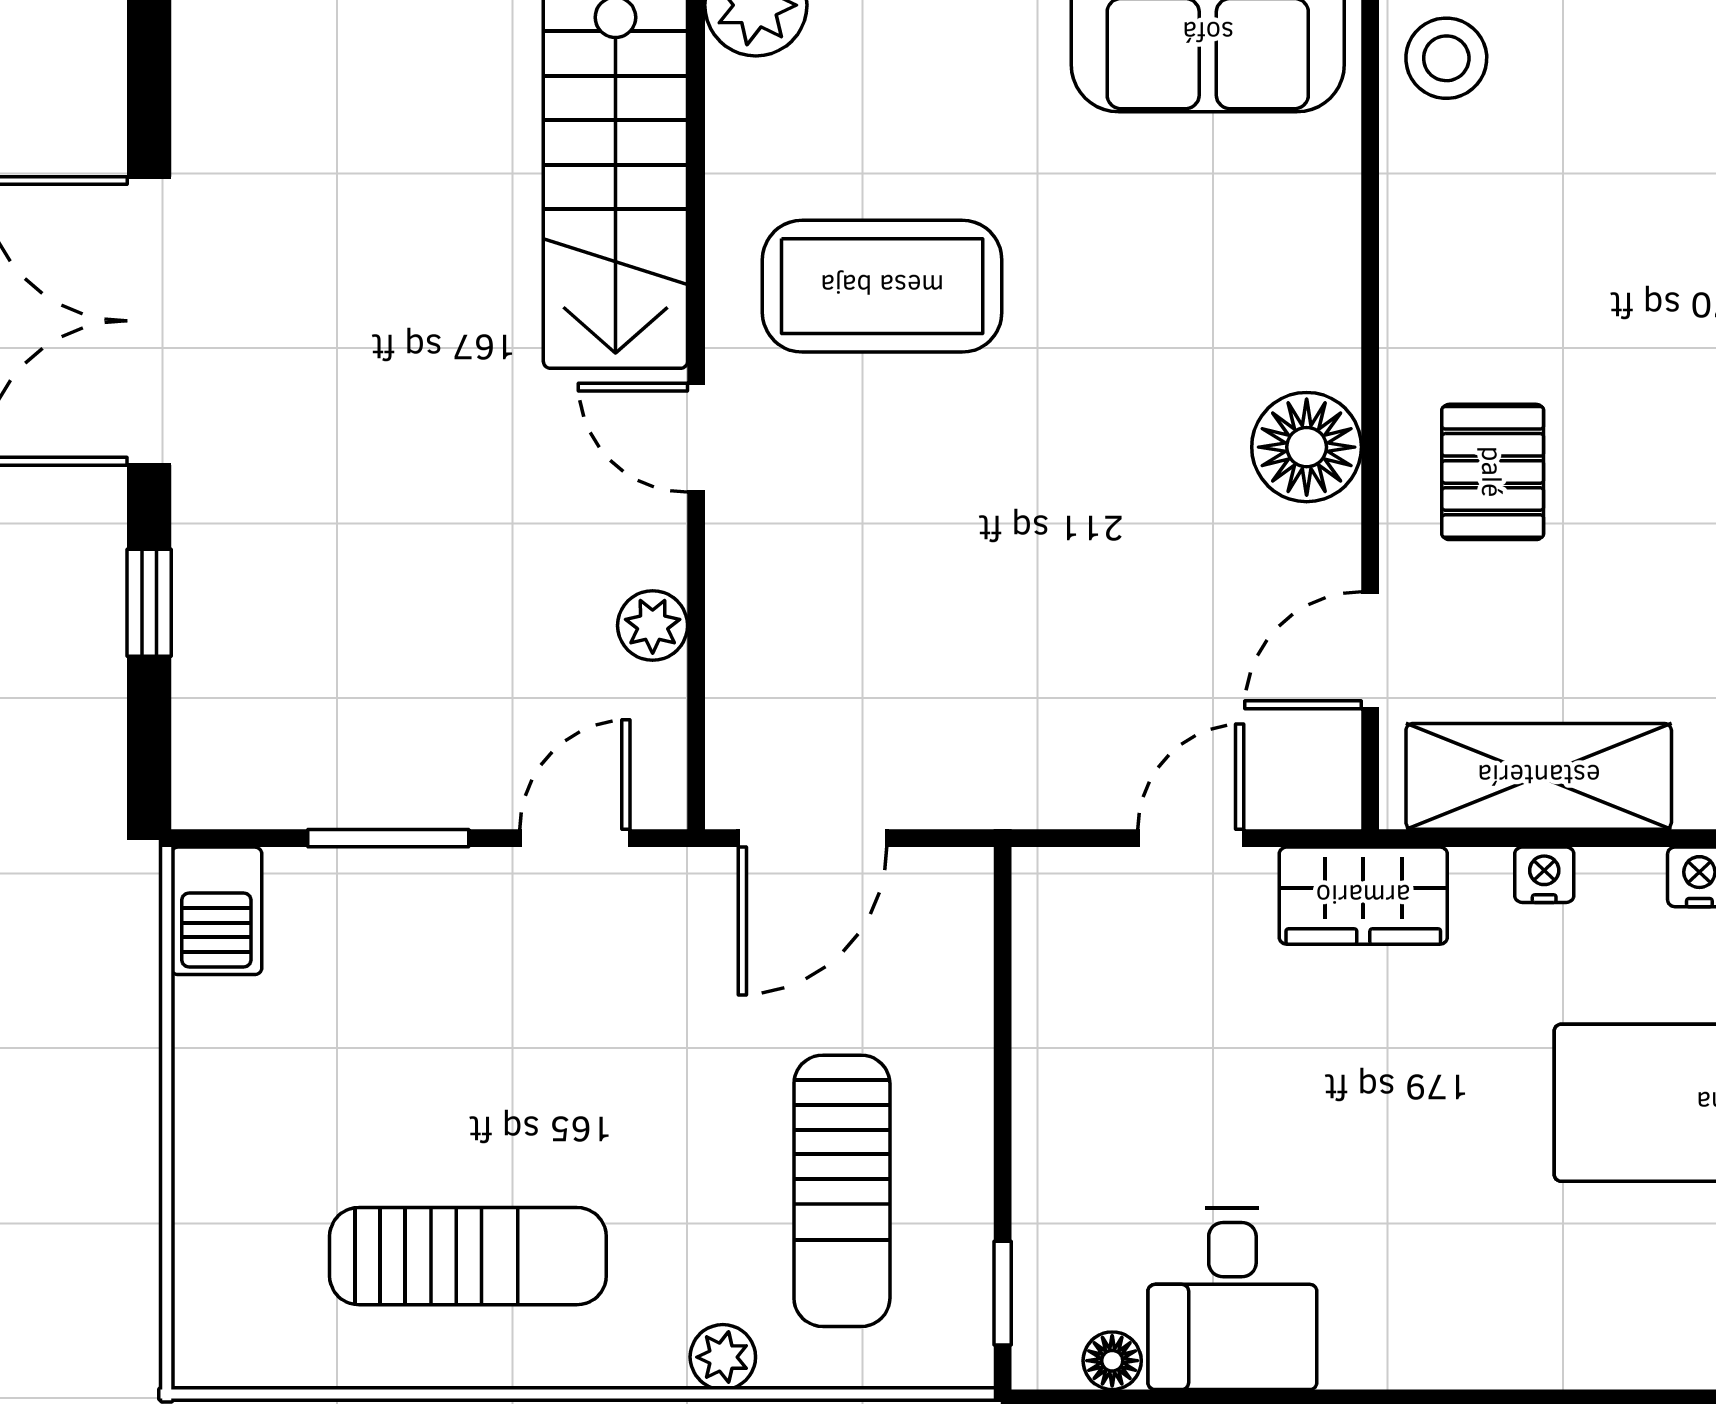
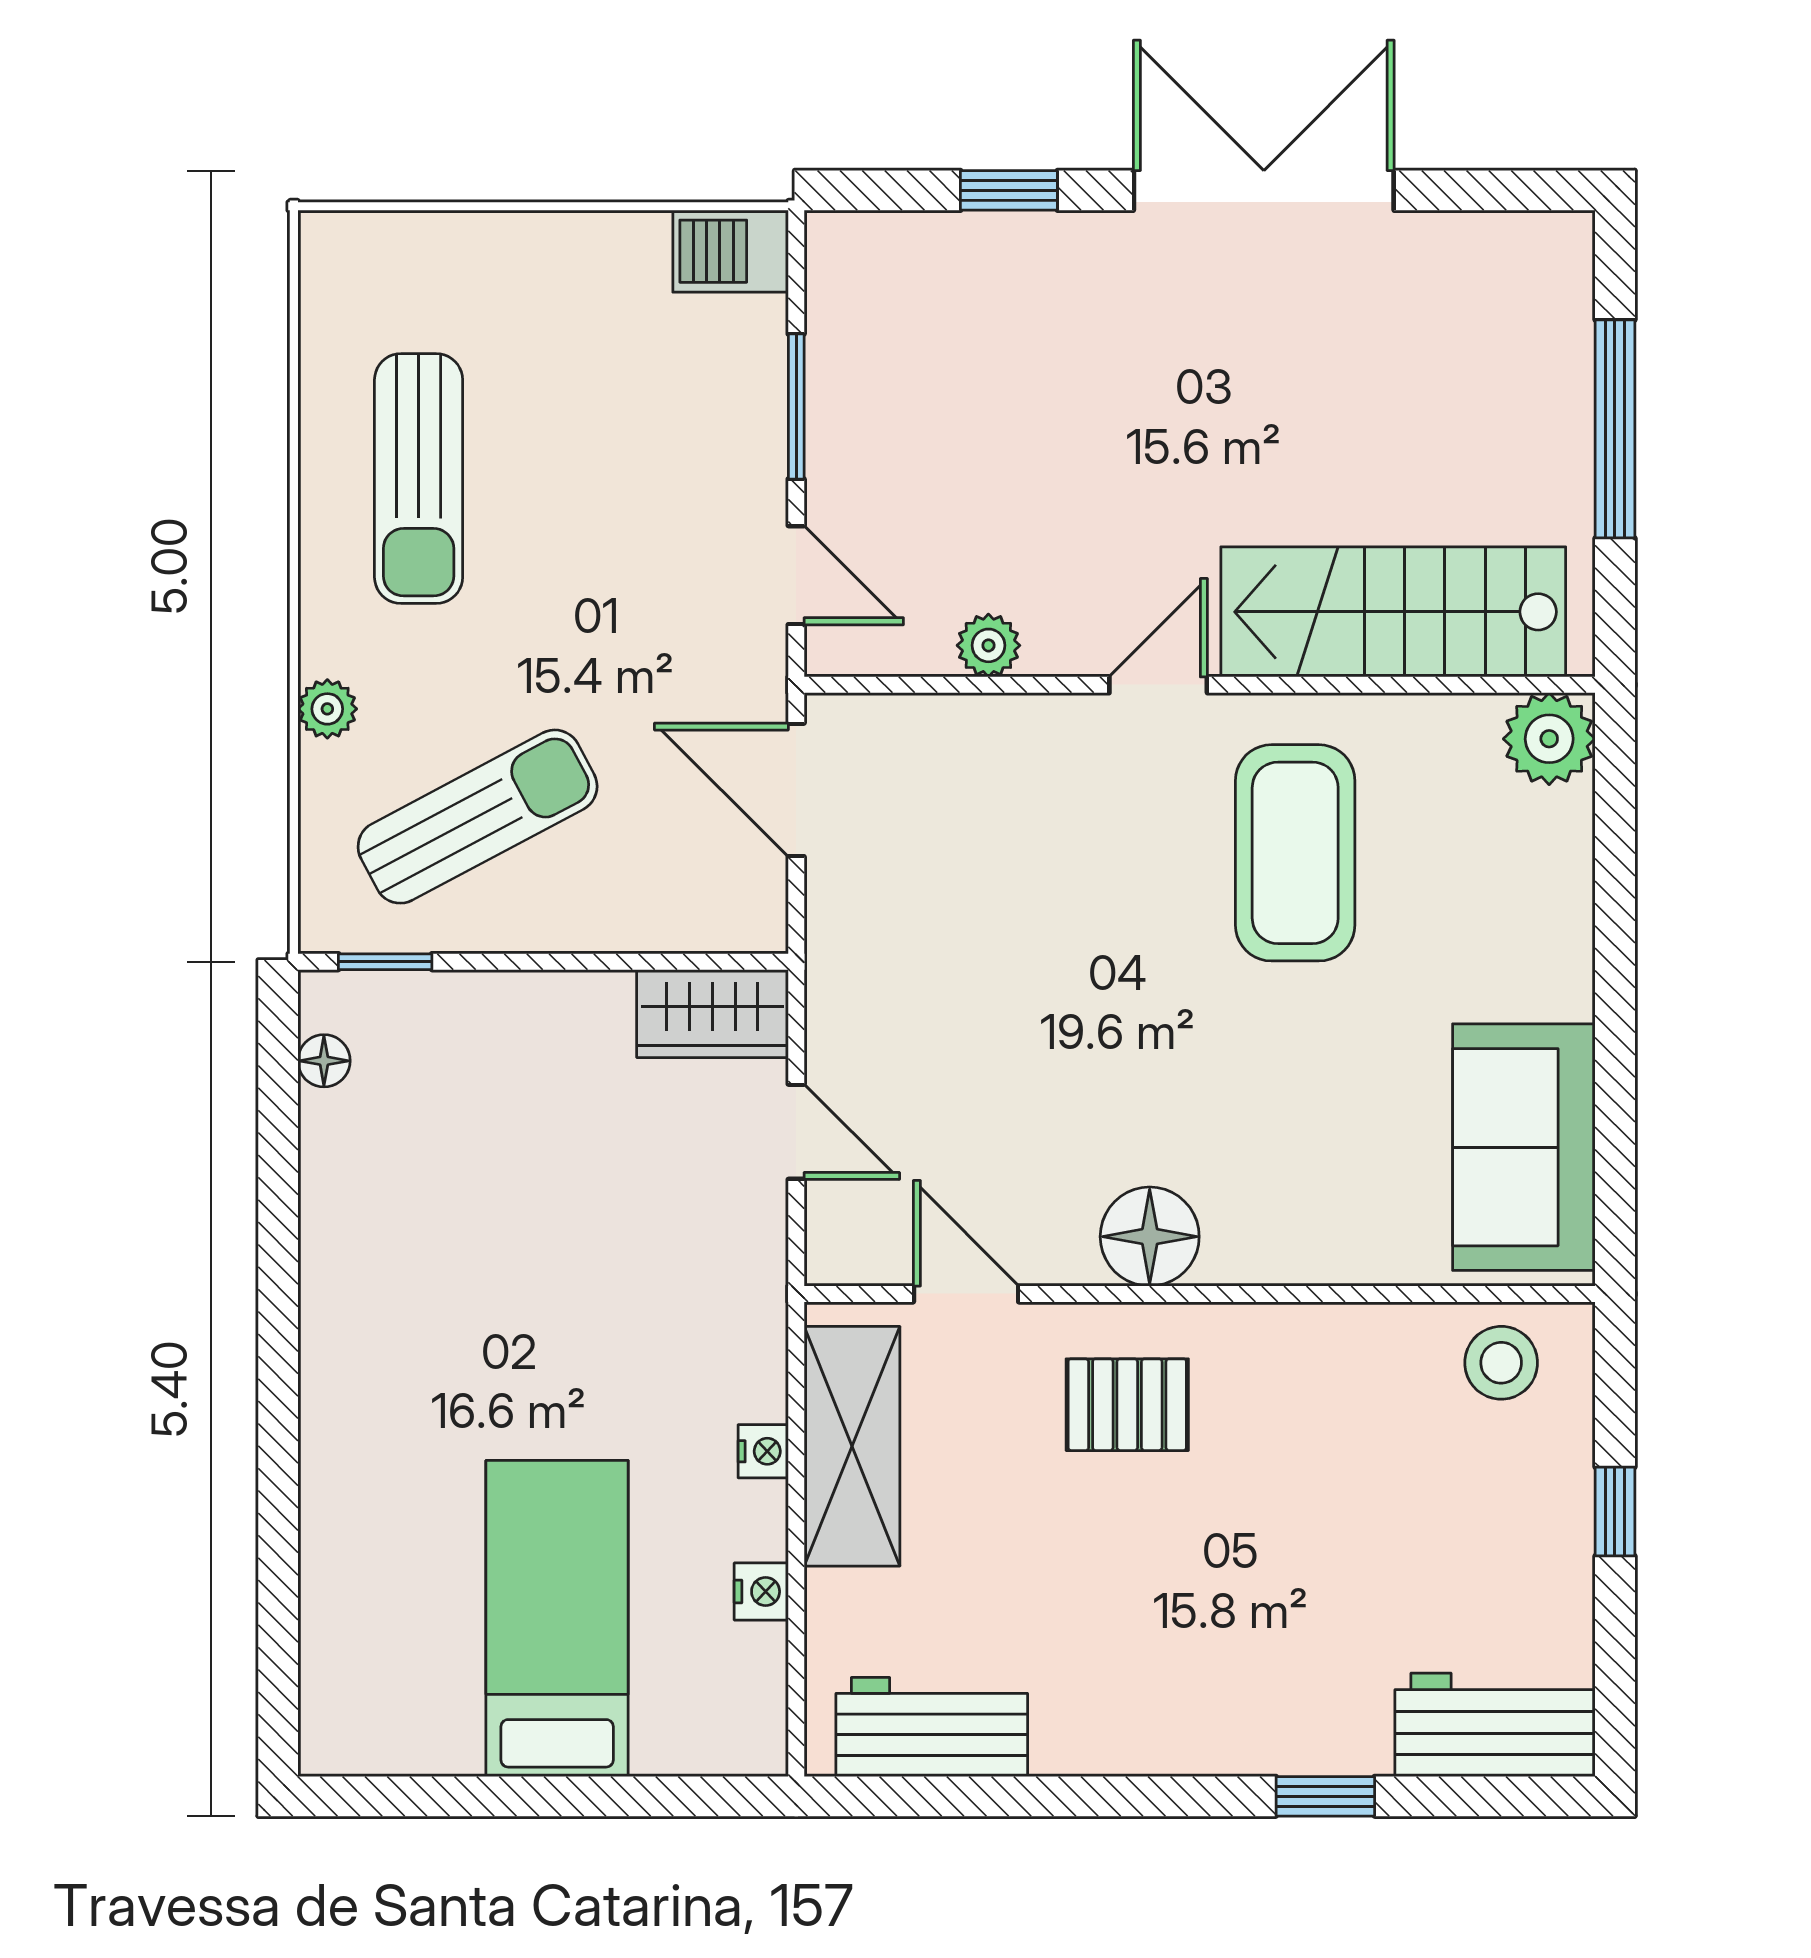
wardrobe: (1363, 896) -> (712, 1014), moved, turned -90
sun lounger: (842, 1191) -> (478, 817), turned 152
desk: (1232, 1299) -> (380, 1169), removed

